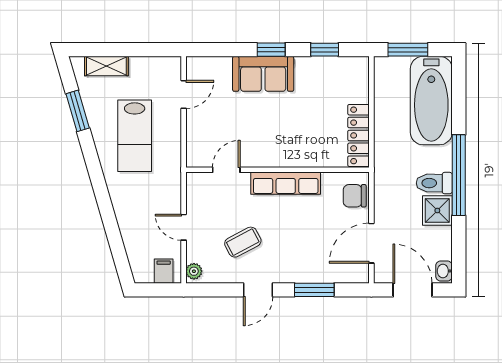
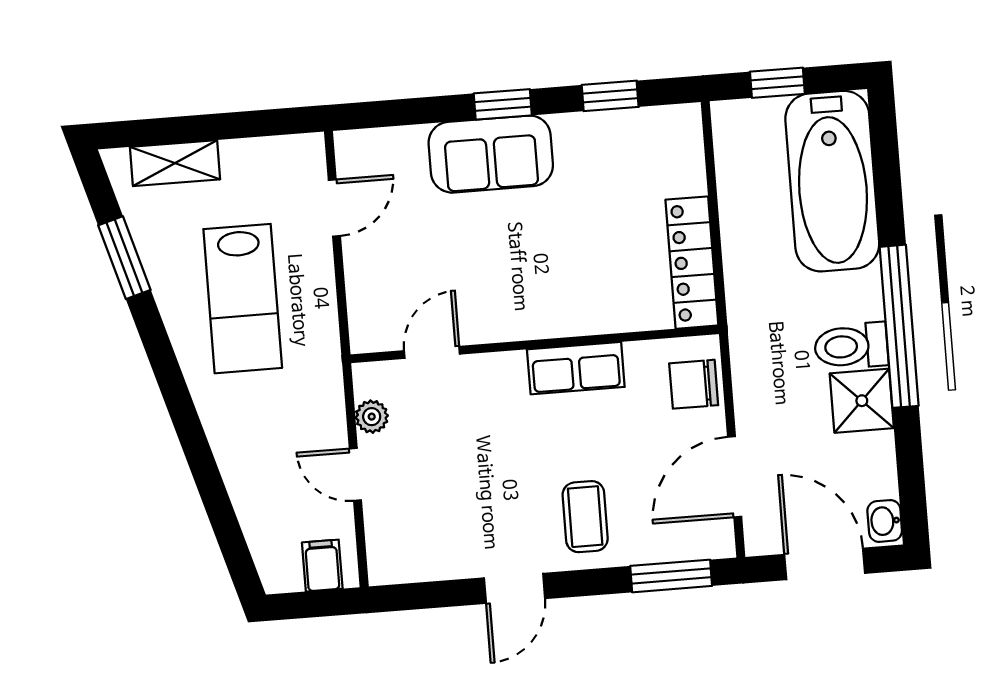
window: (408, 50) -> (777, 83), width x0.67
row of seats: (286, 183) -> (576, 368), width x0.68
coffee table: (243, 242) -> (585, 517), moved, turned -62
plant: (194, 271) -> (372, 417), moved
window: (314, 290) -> (671, 576), moved

